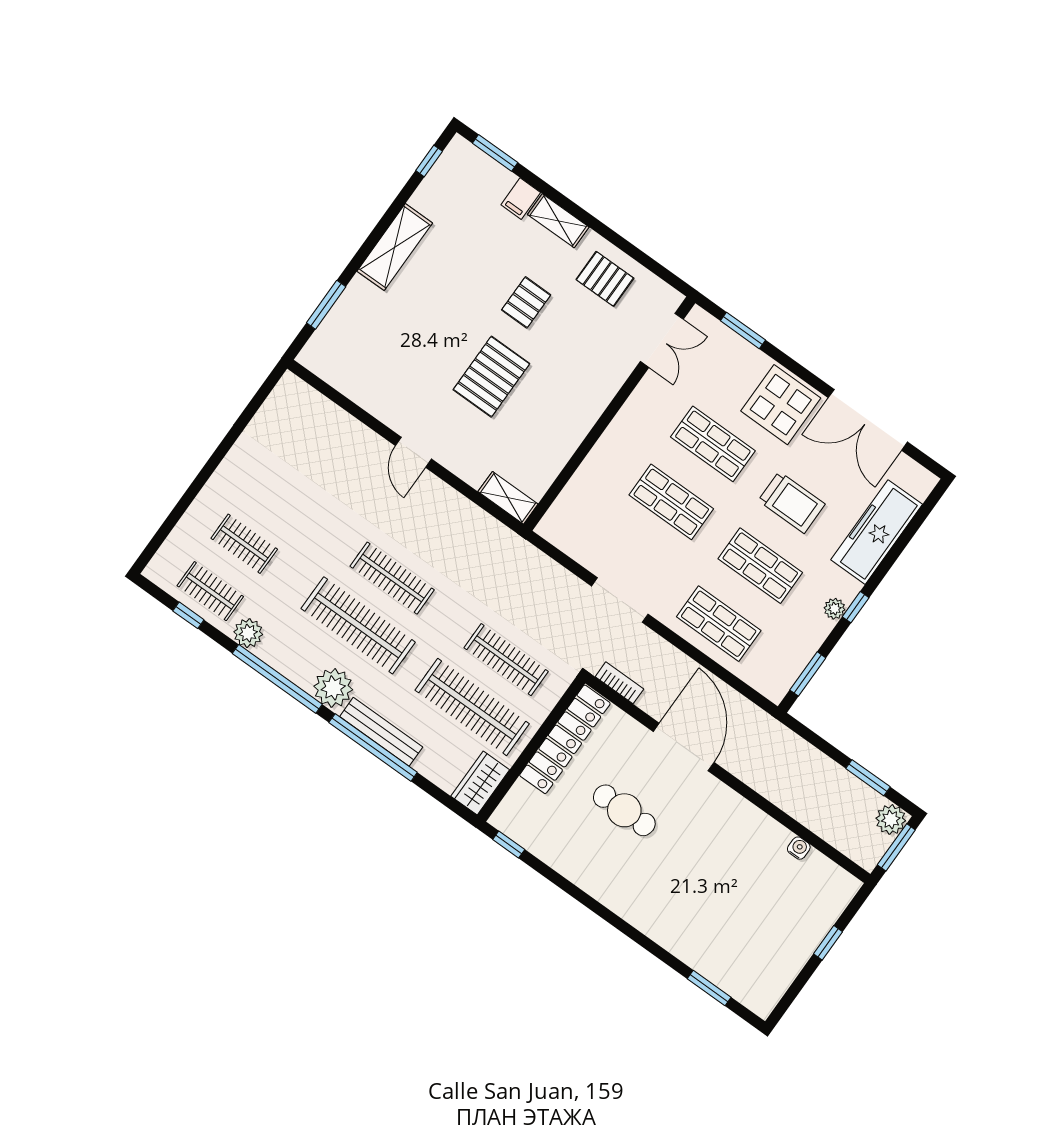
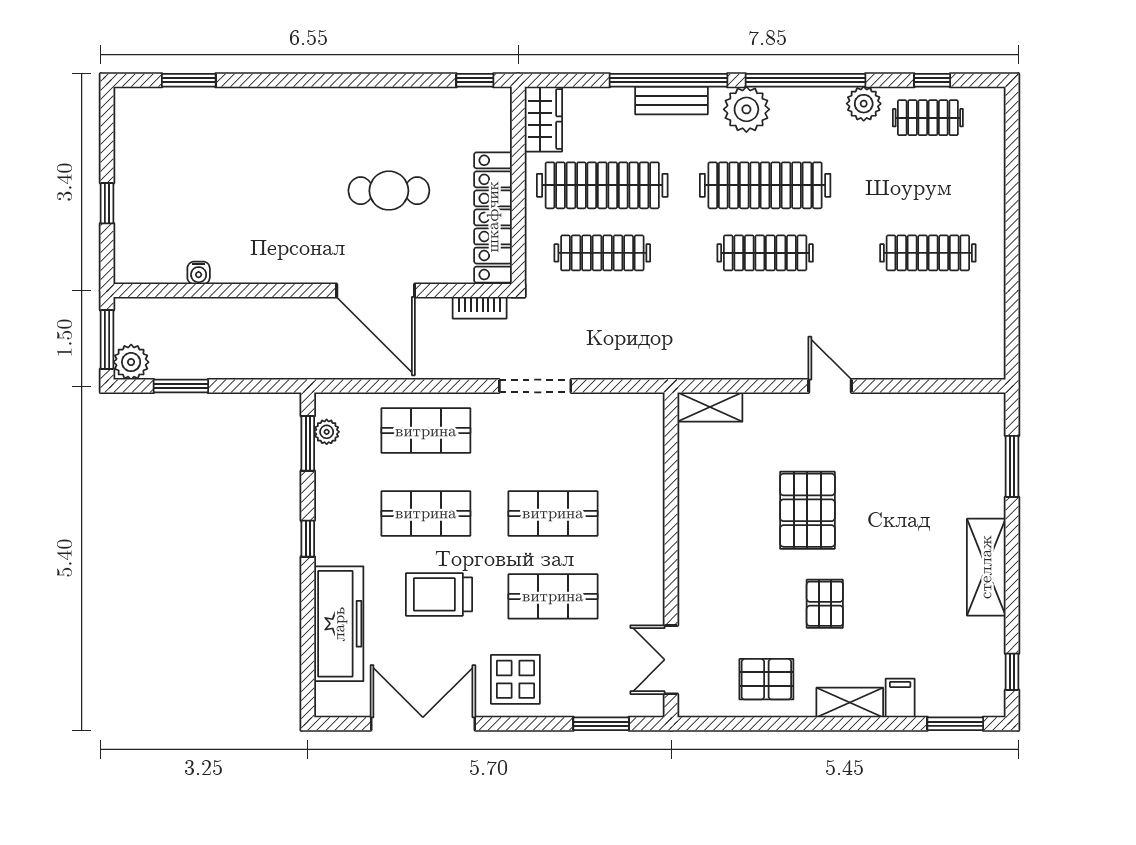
display table: (781, 405) -> (515, 679), width x0.73, depth x0.73
clothes rail: (244, 544) -> (928, 253), moved, width x1.36
plant: (835, 609) -> (327, 432), moved
bench: (381, 732) -> (671, 100), width x0.73

